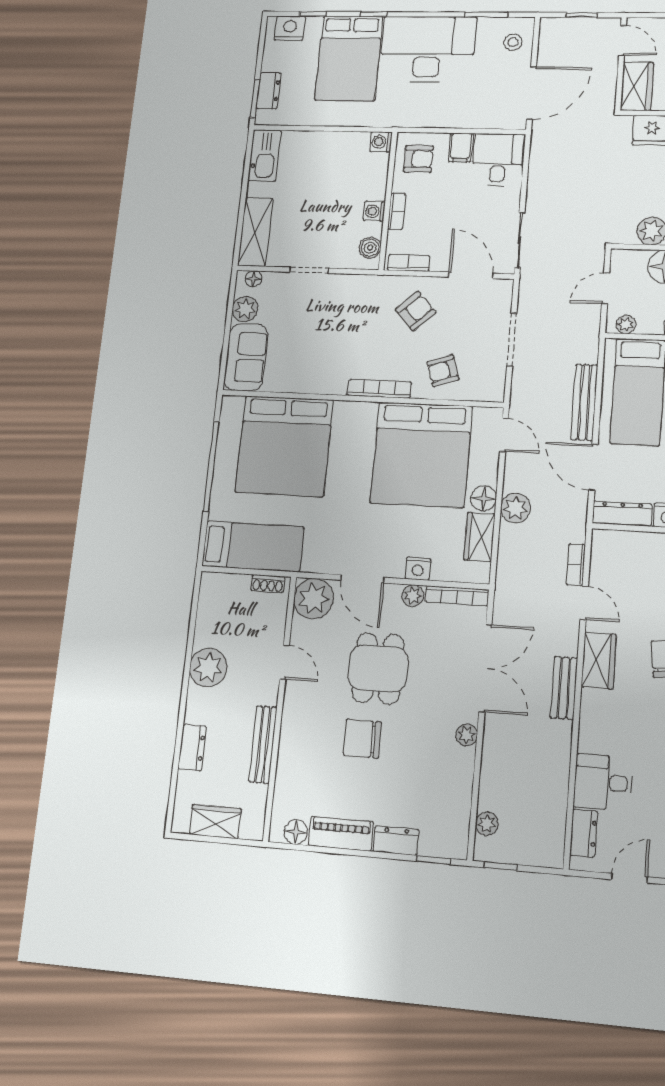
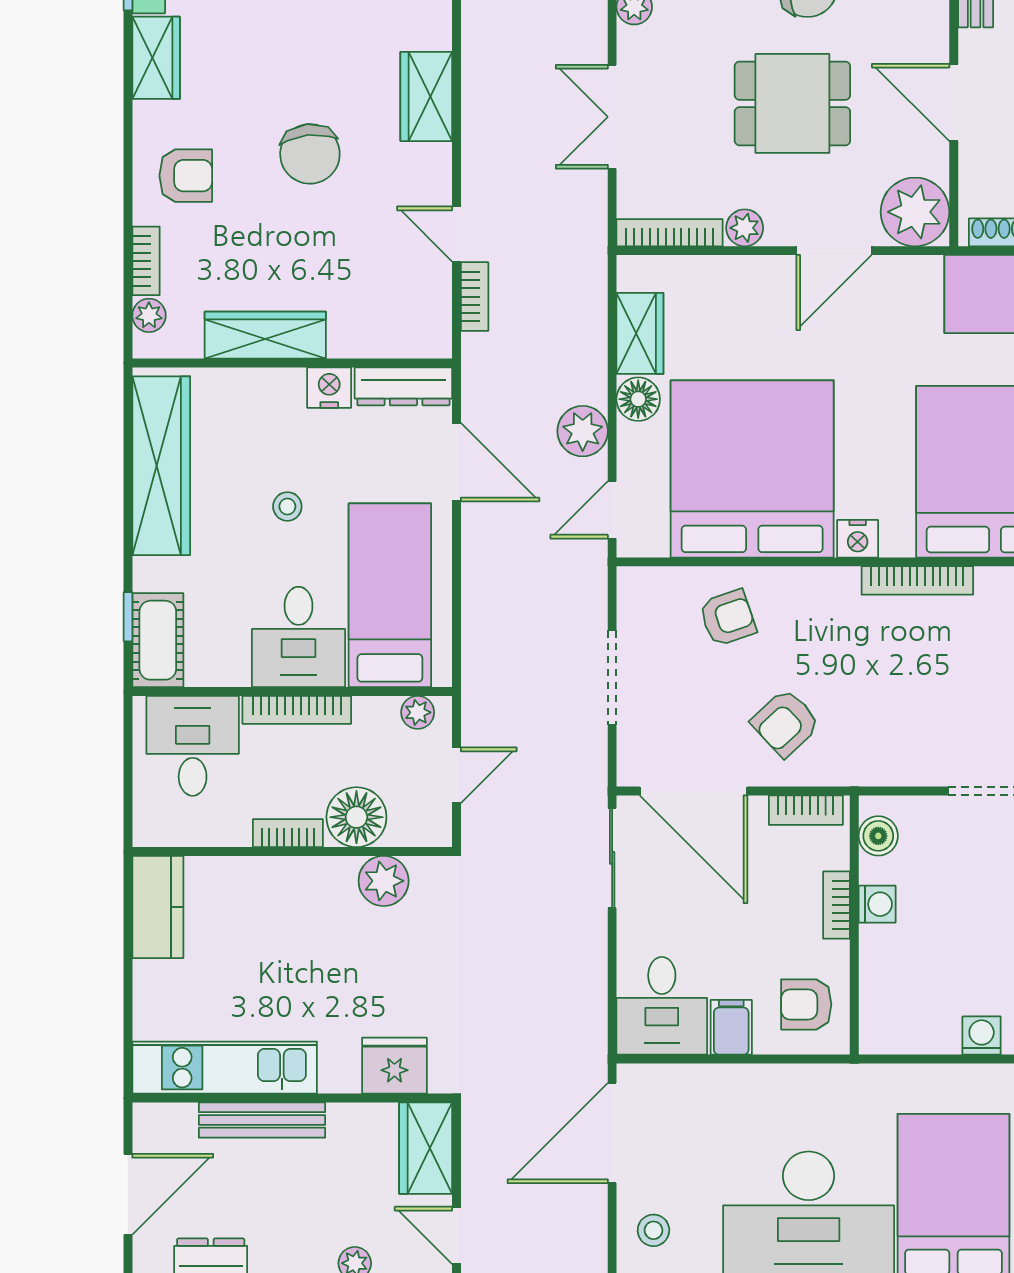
washing machine: (381, 142) -> (982, 1036), moved, turned -90
door: (471, 275) -> (693, 791), width x1.36
bookcase: (379, 389) -> (917, 580), moved
bench: (584, 402) -> (479, 573), removed
door: (504, 435) -> (612, 510), hinge flipped
plant: (516, 508) -> (583, 431), moved
nightstand: (418, 569) -> (858, 539), moved, turned 180
door: (362, 579) -> (834, 251), swing flipped
wardrobe: (599, 661) -> (426, 96), moved
door: (284, 662) -> (954, 103), width x1.38
dining table: (378, 668) -> (792, 103), turned 90
double door: (485, 668) -> (612, 117), width x0.73
bench: (564, 688) -> (480, 94), removed

